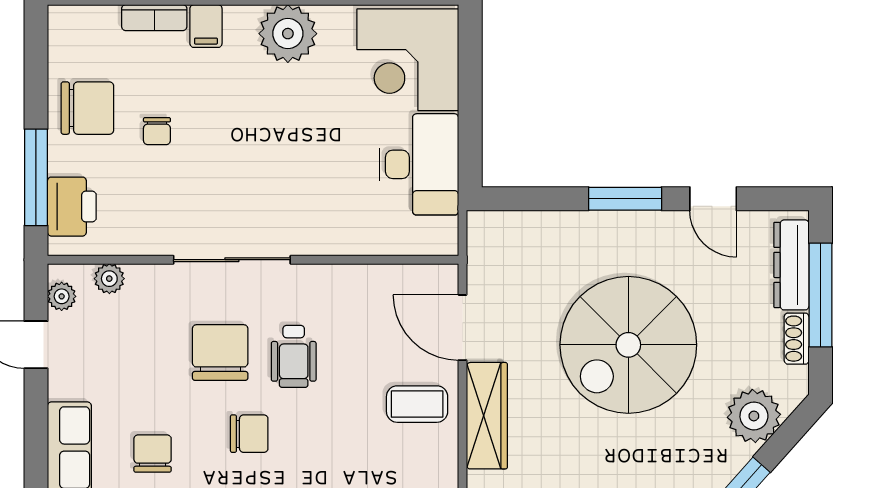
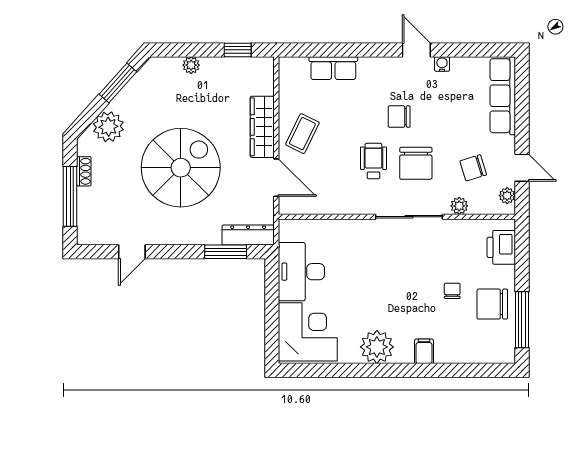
bookcase: (154, 18) -> (454, 356), removed
window: (36, 177) -> (522, 320), moved
window: (625, 199) -> (226, 252), moved
door: (713, 199) -> (132, 252), swing flipped
dresser: (791, 265) -> (248, 235), moved, turned -90
plant: (109, 279) -> (459, 206), moved
coffee table: (417, 404) -> (302, 134), turned -64
chair: (153, 454) -> (473, 168), moved, turned 73

